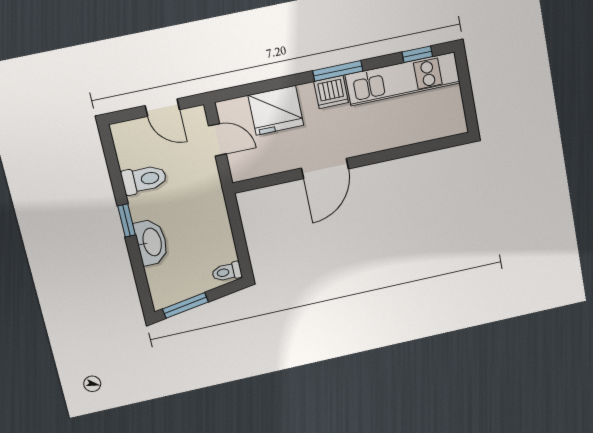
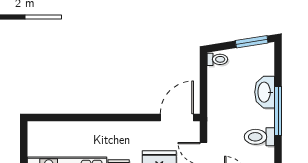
door: (325, 168) -> (177, 118), moved
window: (126, 220) -> (278, 111), width x2.17

